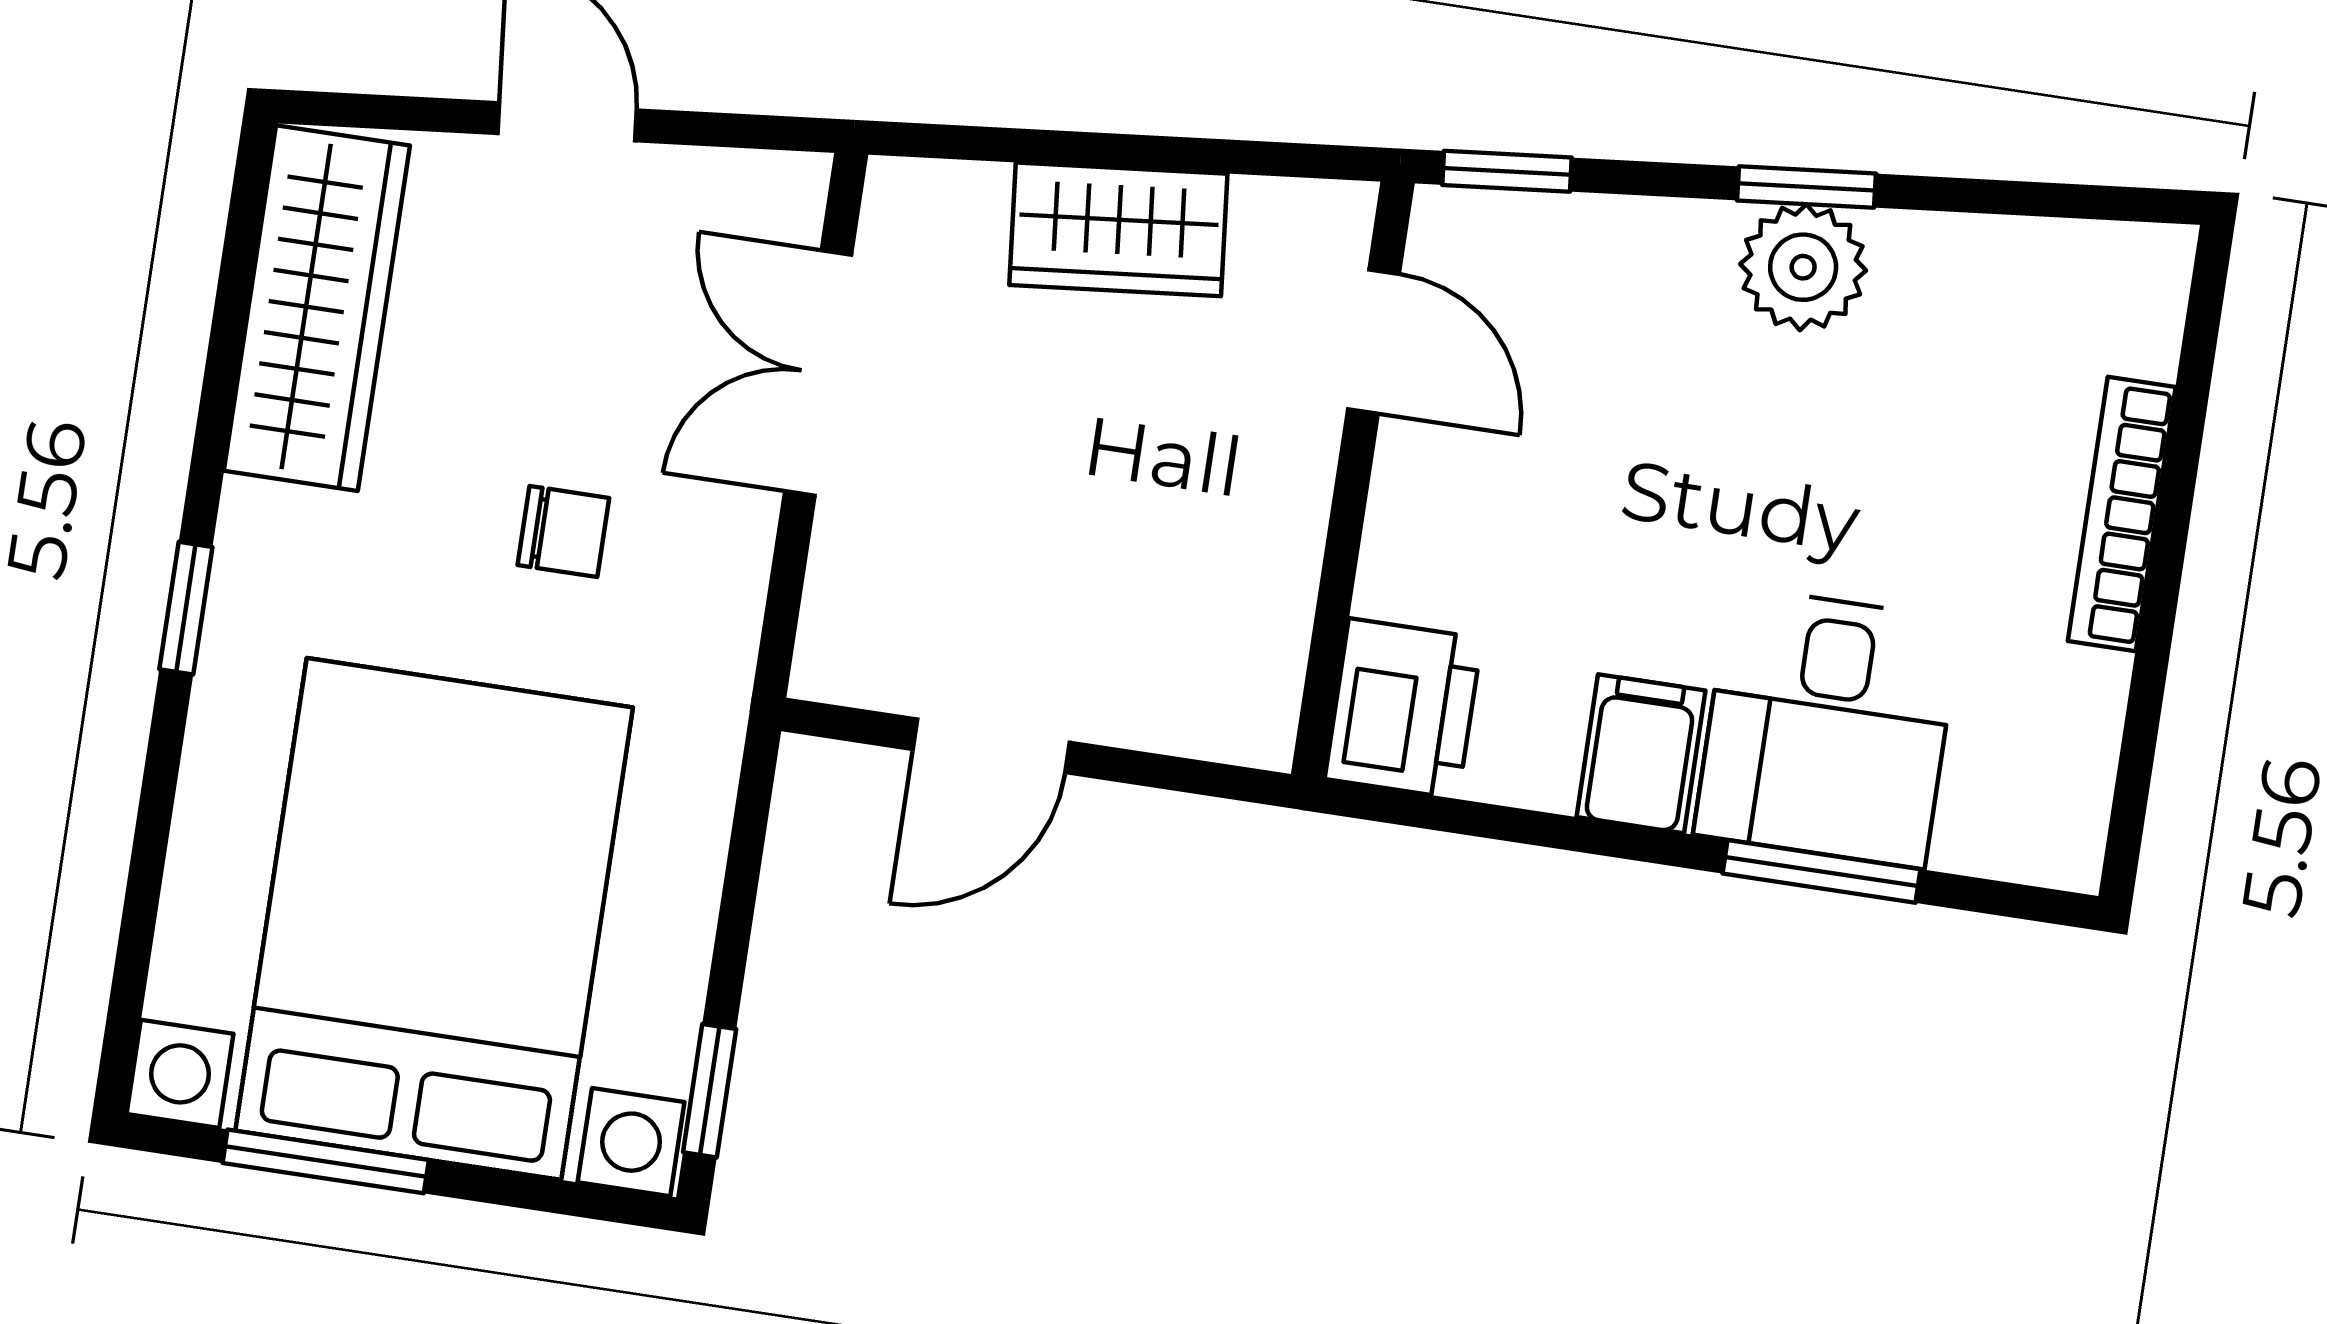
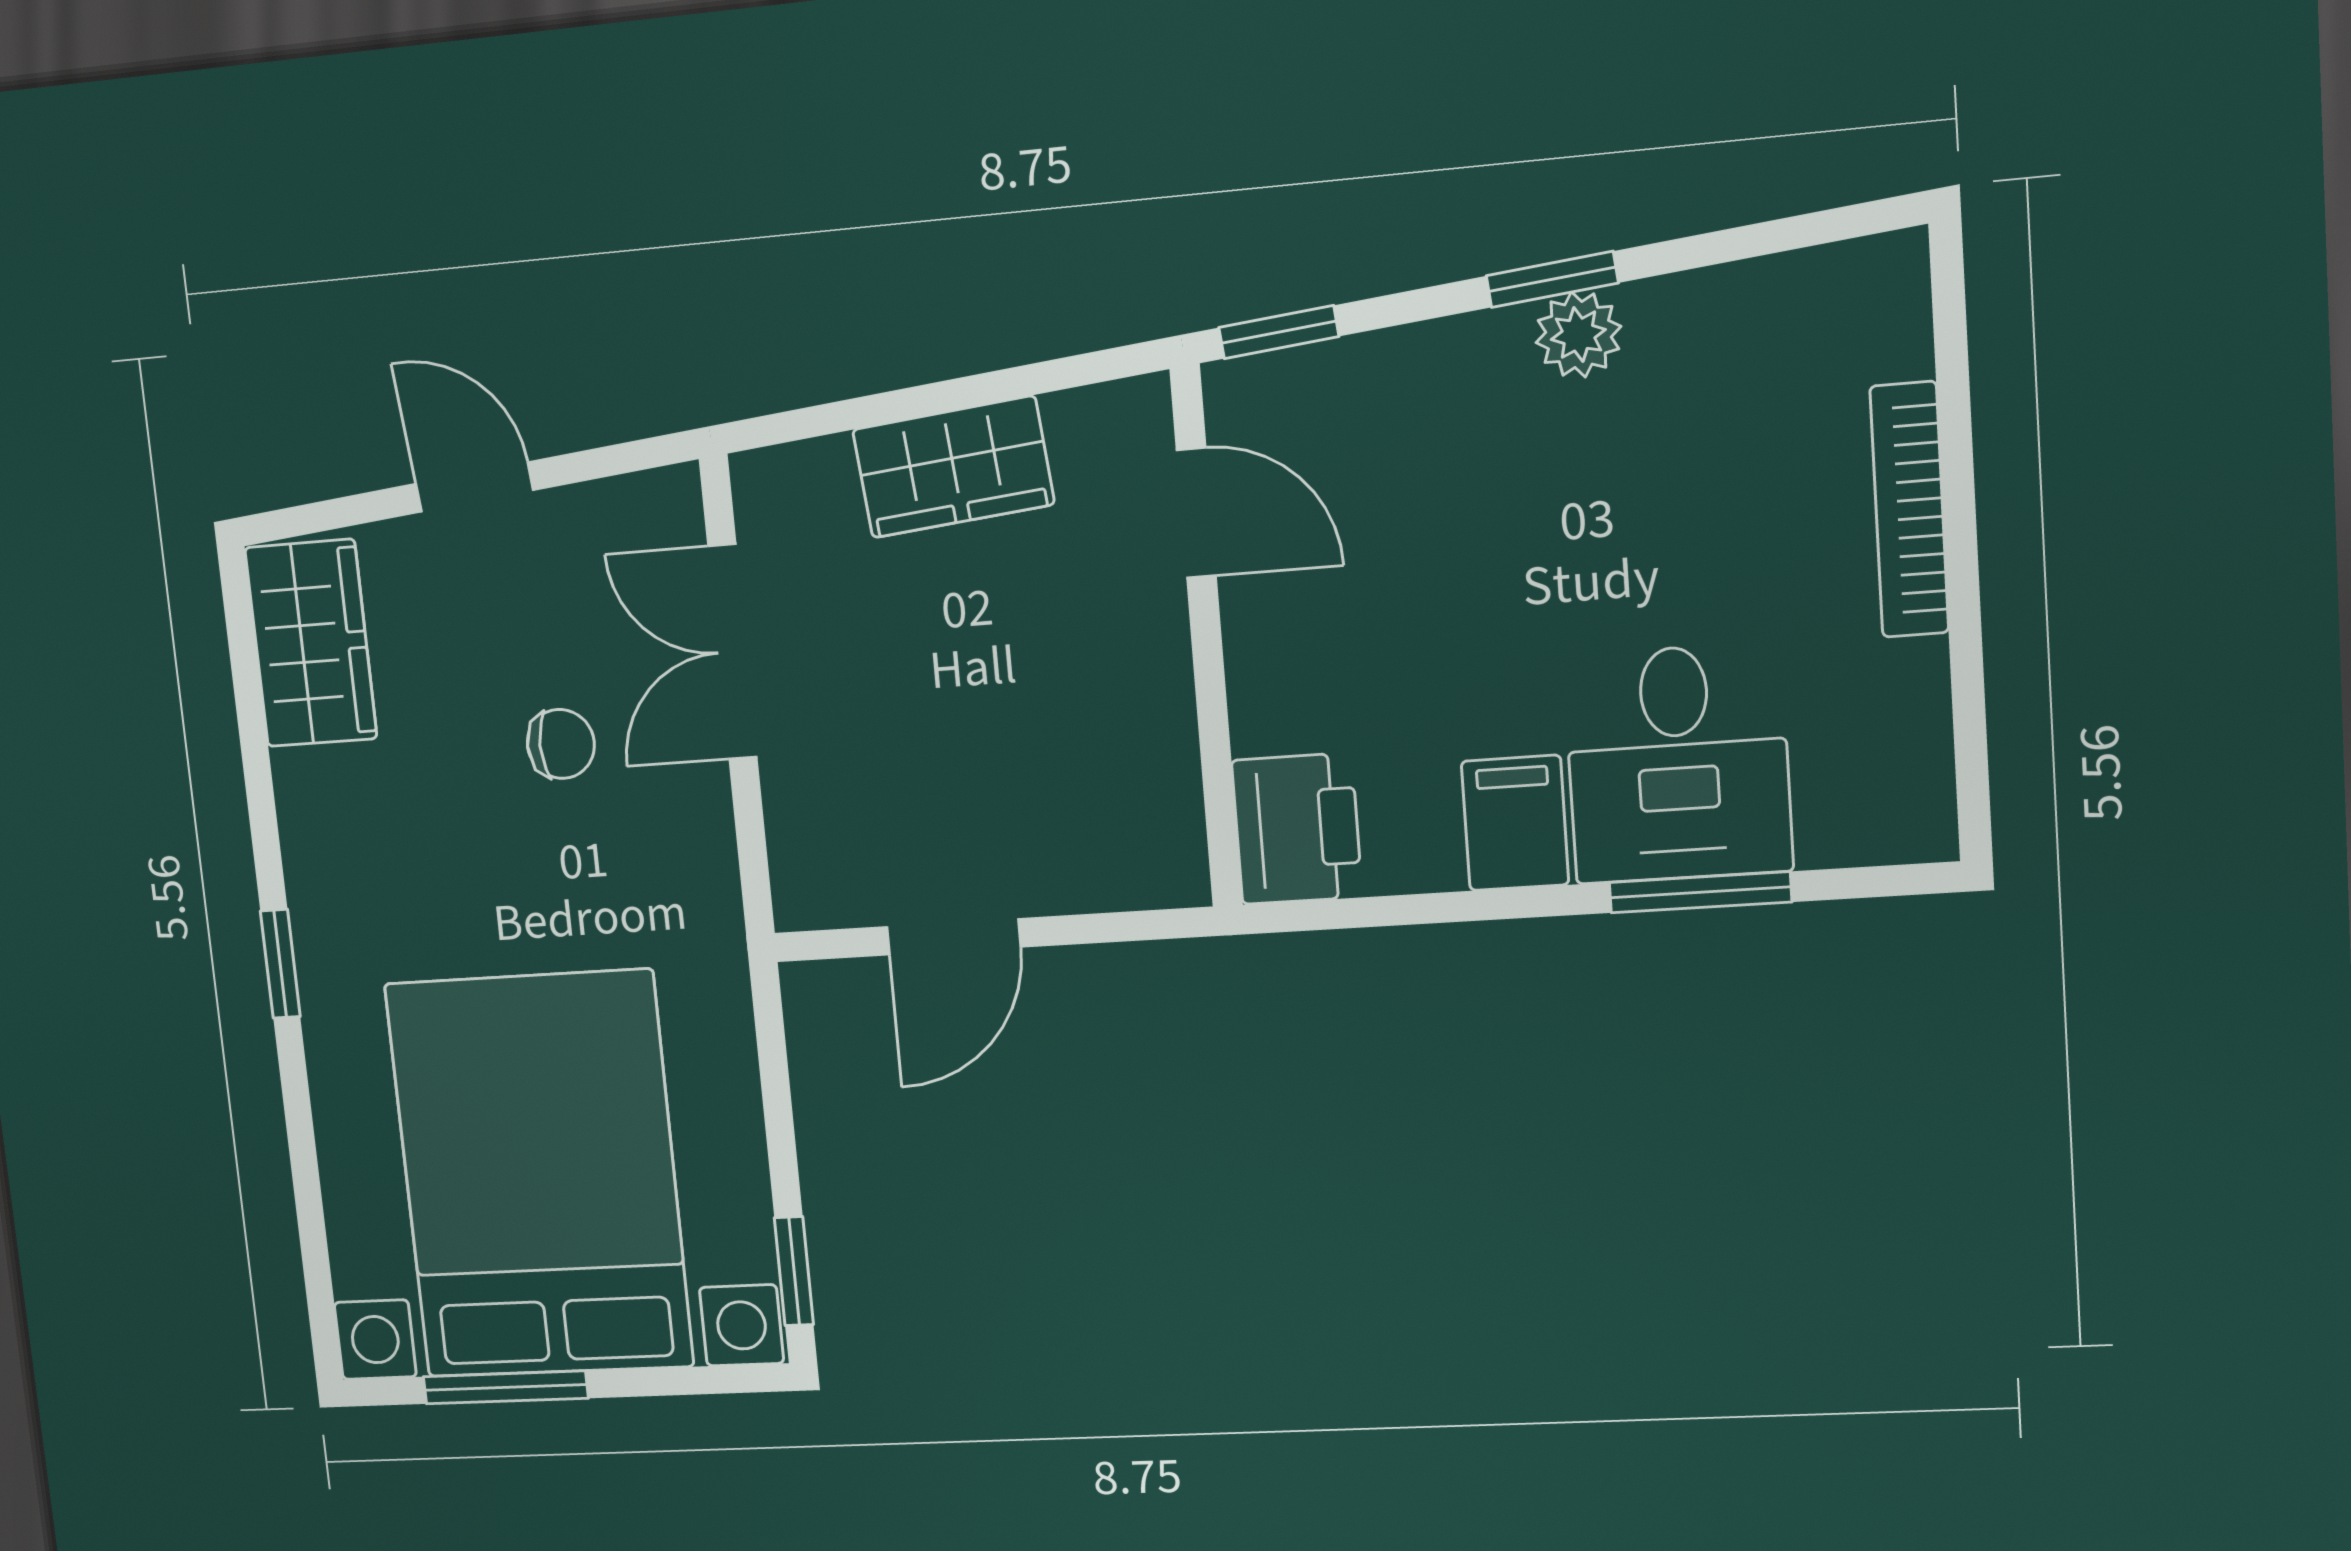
plant: (1803, 267) -> (1578, 335), width x0.73, depth x0.73
wardrobe: (317, 308) -> (311, 643), width x0.67
chair: (563, 532) -> (561, 744), moved

